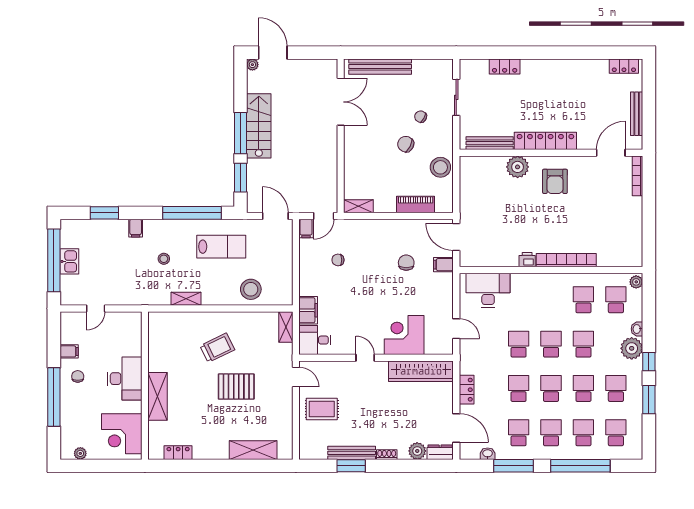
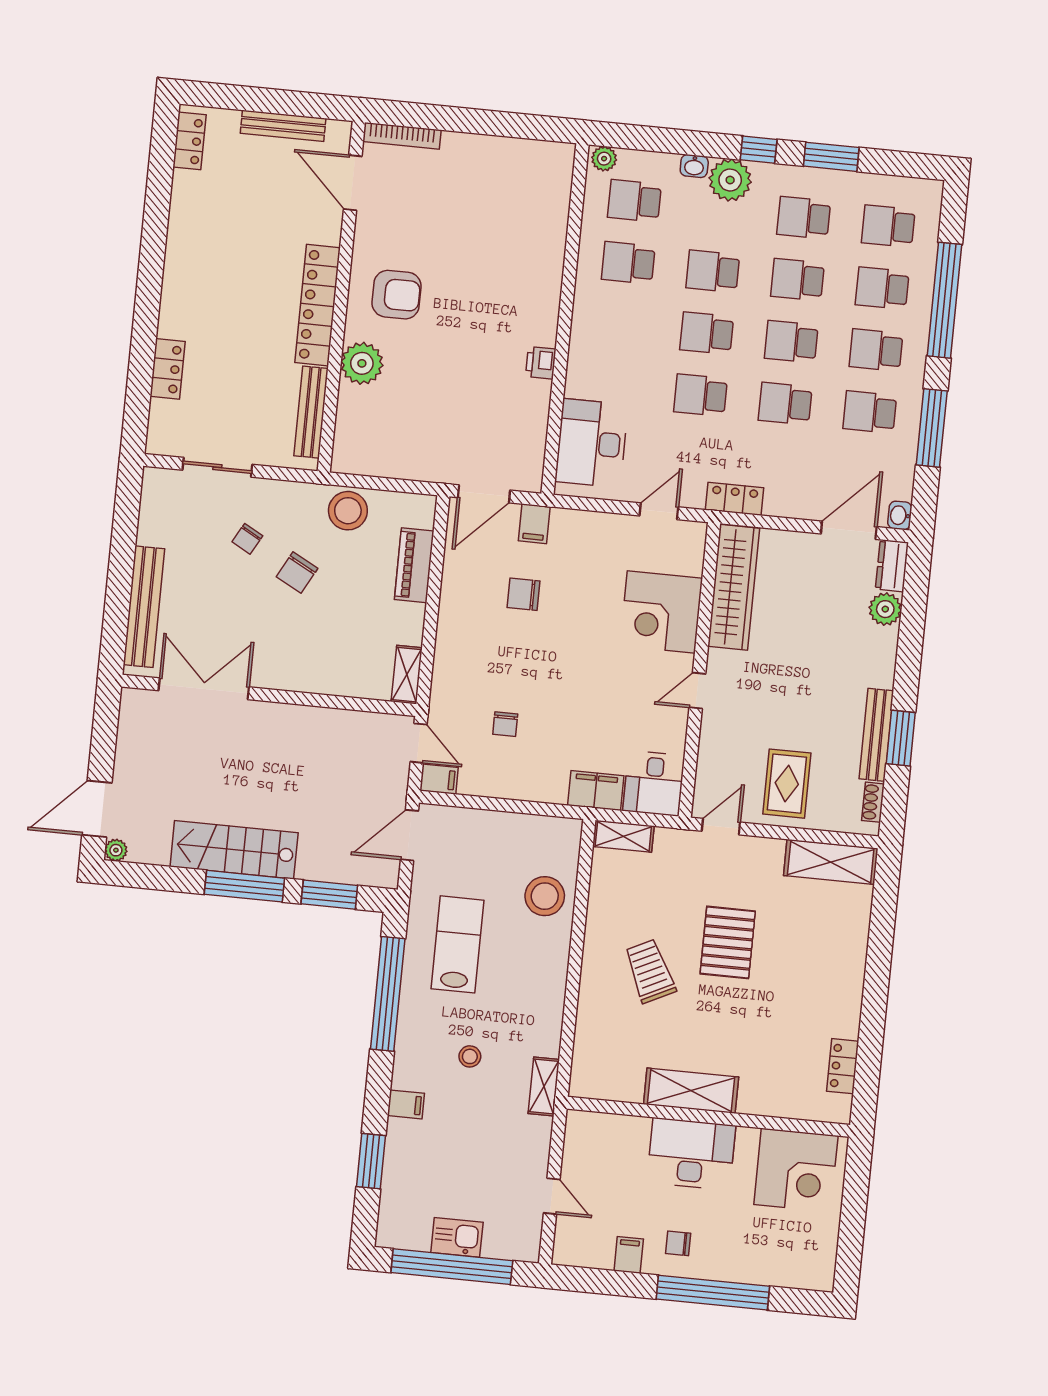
bookcase: (566, 260) -> (549, 288), removed
shelving: (186, 299) -> (544, 1086), moved
locker: (467, 390) -> (735, 499), moved
shelving: (157, 396) -> (691, 1091), moved
shelving: (253, 450) -> (831, 862), moved, turned 90
plant: (80, 453) -> (826, 1253), removed
washbasin: (488, 454) -> (900, 515), moved
shoe rack: (387, 455) -> (873, 802), moved

